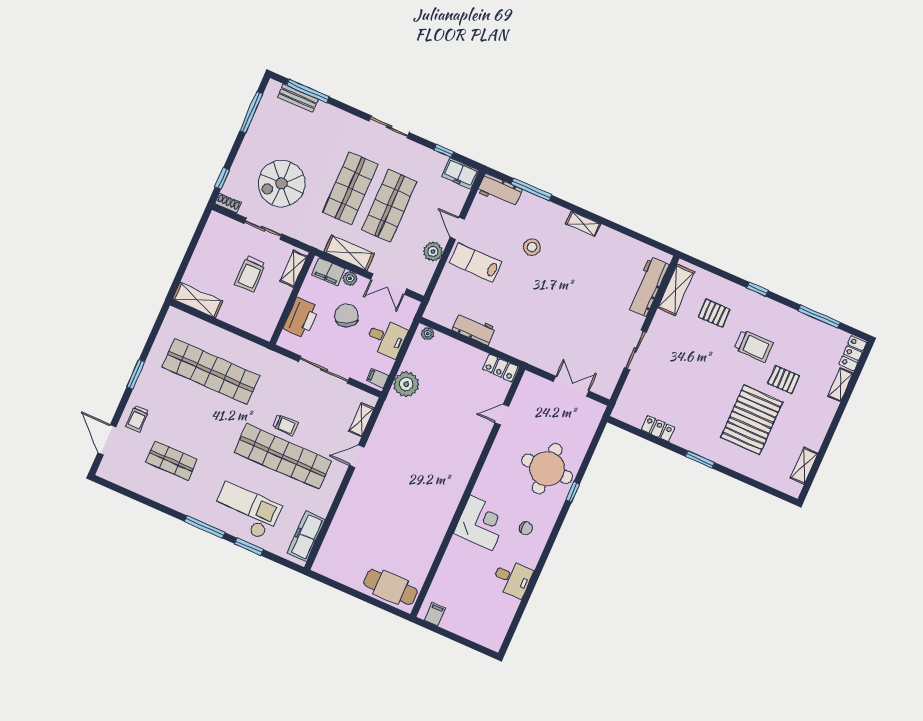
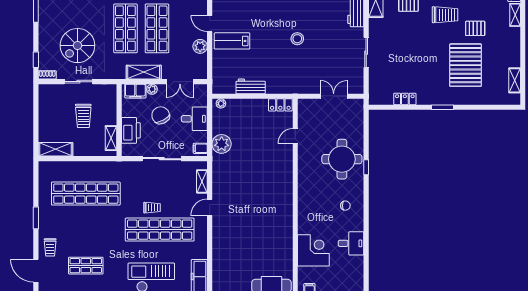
stool: (532, 247) -> (297, 39), moved
shelving: (294, 269) -> (111, 138), moved
corner desk: (481, 523) -> (313, 250), moved

